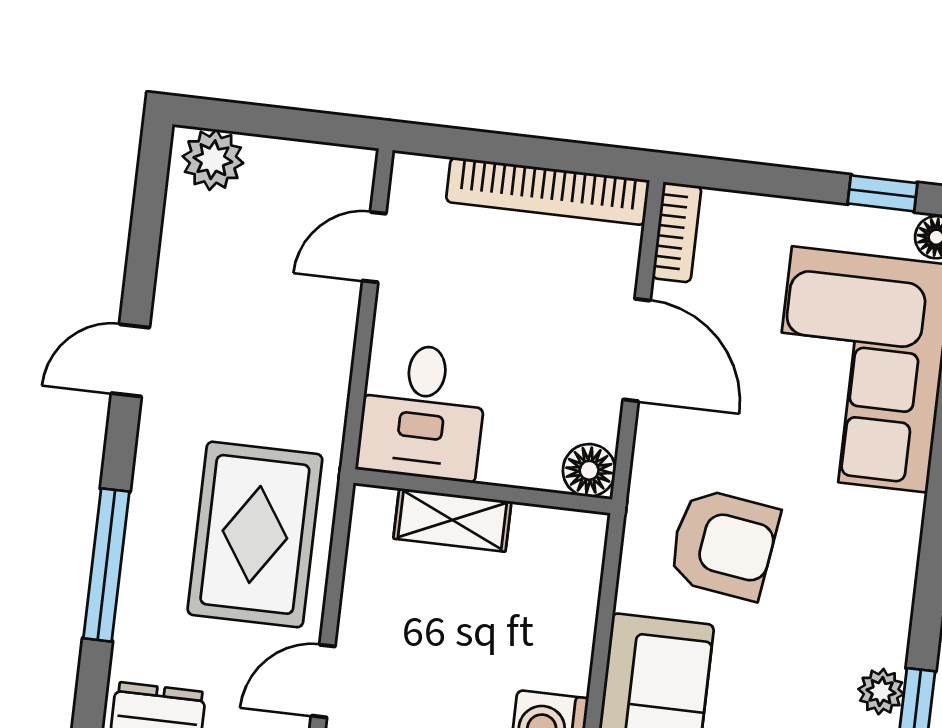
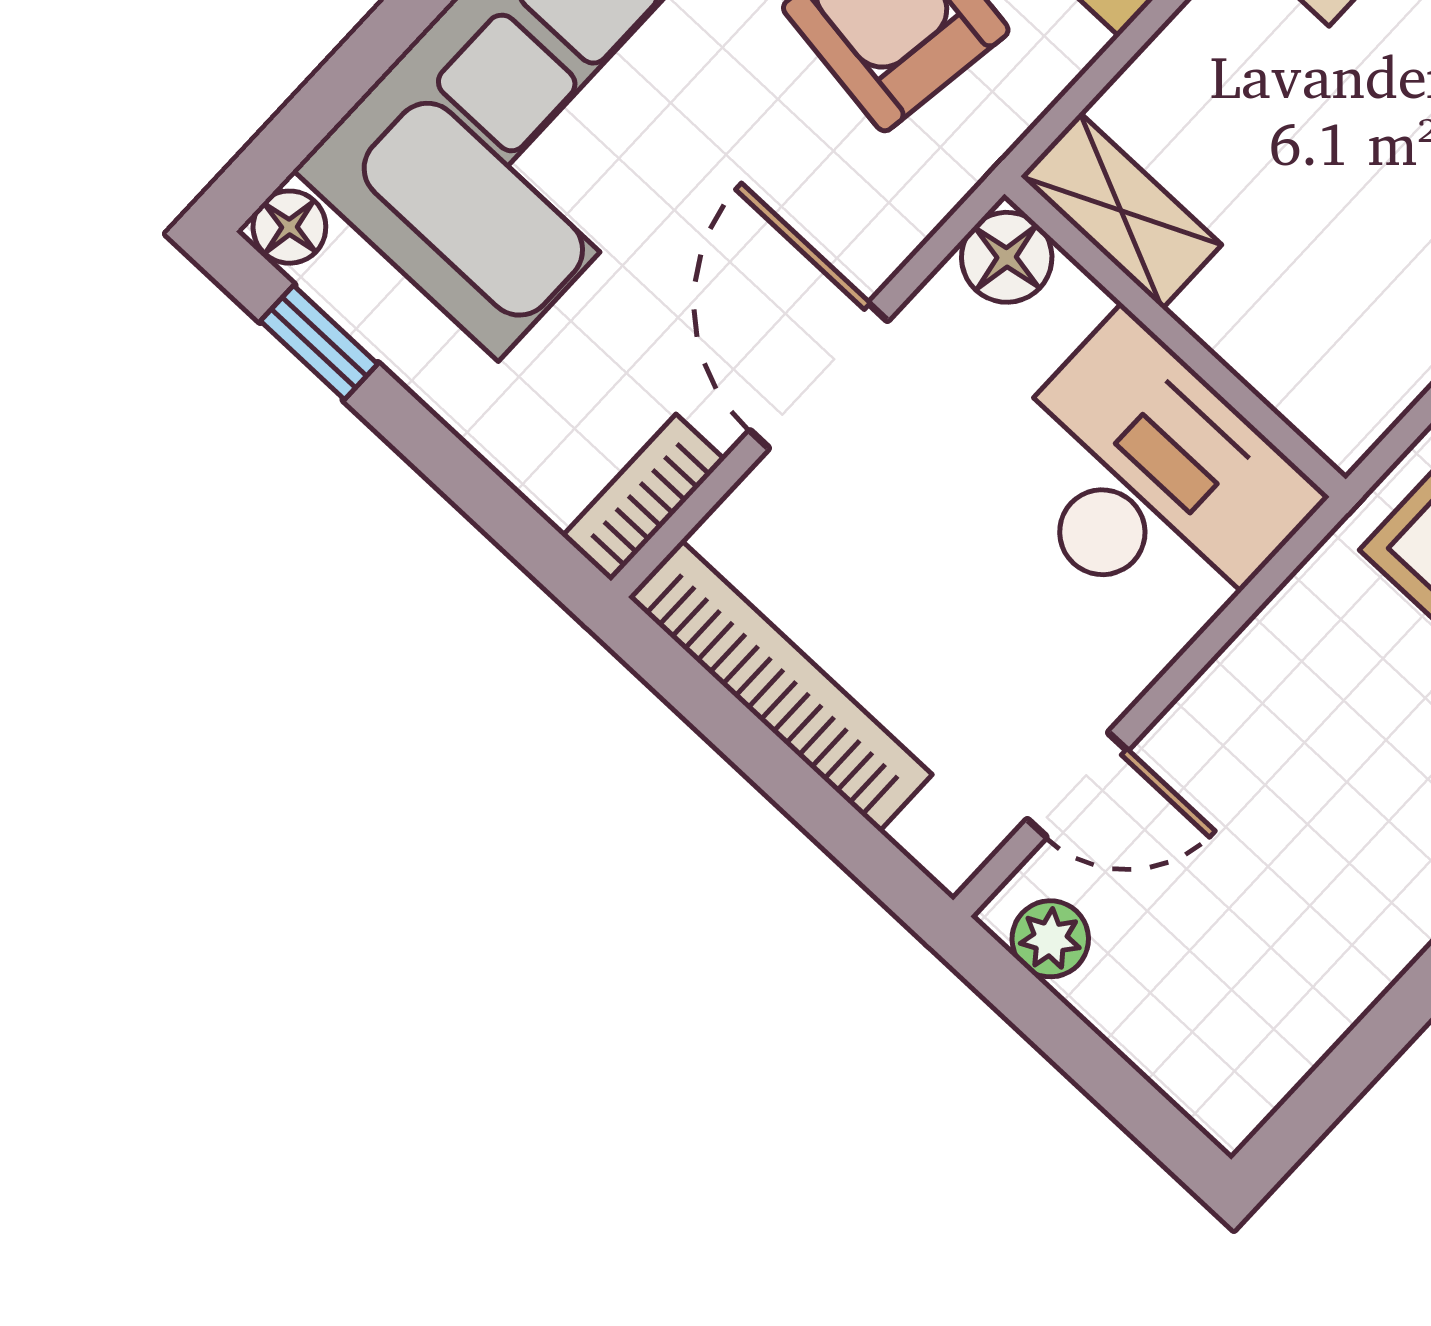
plant: (213, 160) -> (1050, 939), moved, width x0.73, depth x0.73
desk: (422, 412) -> (1150, 482), width x1.37
shelving: (452, 520) -> (1121, 211), moved

